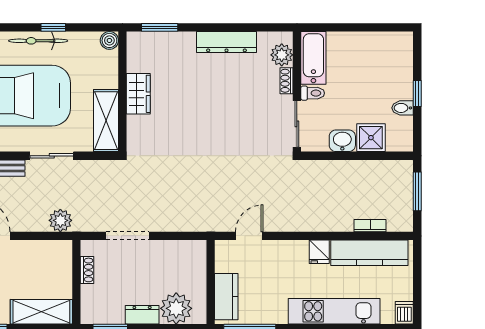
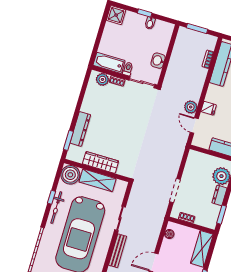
boiler: (109, 40) -> (70, 175), width x1.86, depth x1.86
dresser: (226, 42) -> (80, 129), moved
wardrobe: (138, 94) -> (101, 162), width x1.50
shelving: (106, 121) -> (98, 180), moved
shower: (371, 138) -> (116, 15), moved
plant: (60, 220) -> (191, 107), moved
boiler: (50, 248) -> (169, 234), added
fridge: (319, 252) -> (209, 108), moved

